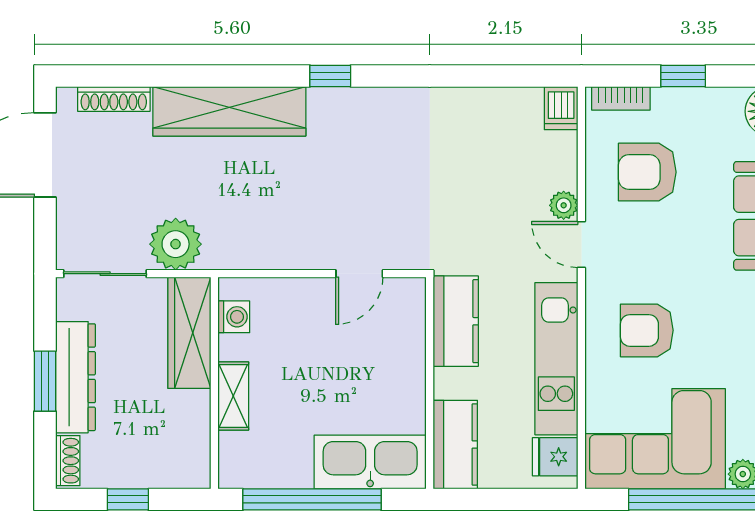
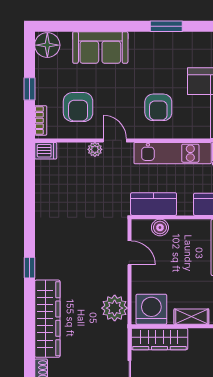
plant: (176, 244) -> (115, 308), moved
door: (581, 244) -> (115, 140), swing flipped
washing machine: (234, 317) -> (151, 309), width x1.89, depth x1.89
boiler: (409, 334) -> (160, 227), added

